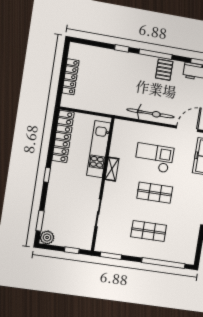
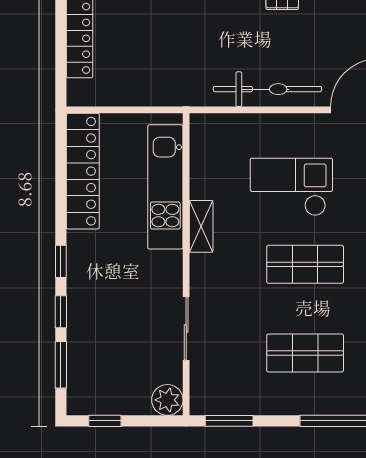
window: (44, 197) -> (61, 312), added
plant: (47, 237) -> (167, 400), moved
window: (72, 250) -> (105, 421), moved

